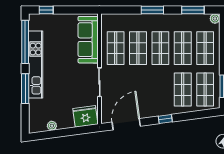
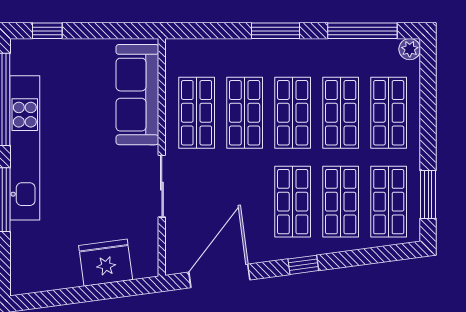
window: (193, 10) -> (362, 31), width x1.44
shop shelf: (160, 90) -> (293, 202), added
fridge: (85, 116) -> (106, 263), moved
plant: (52, 126) -> (60, 279), removed

